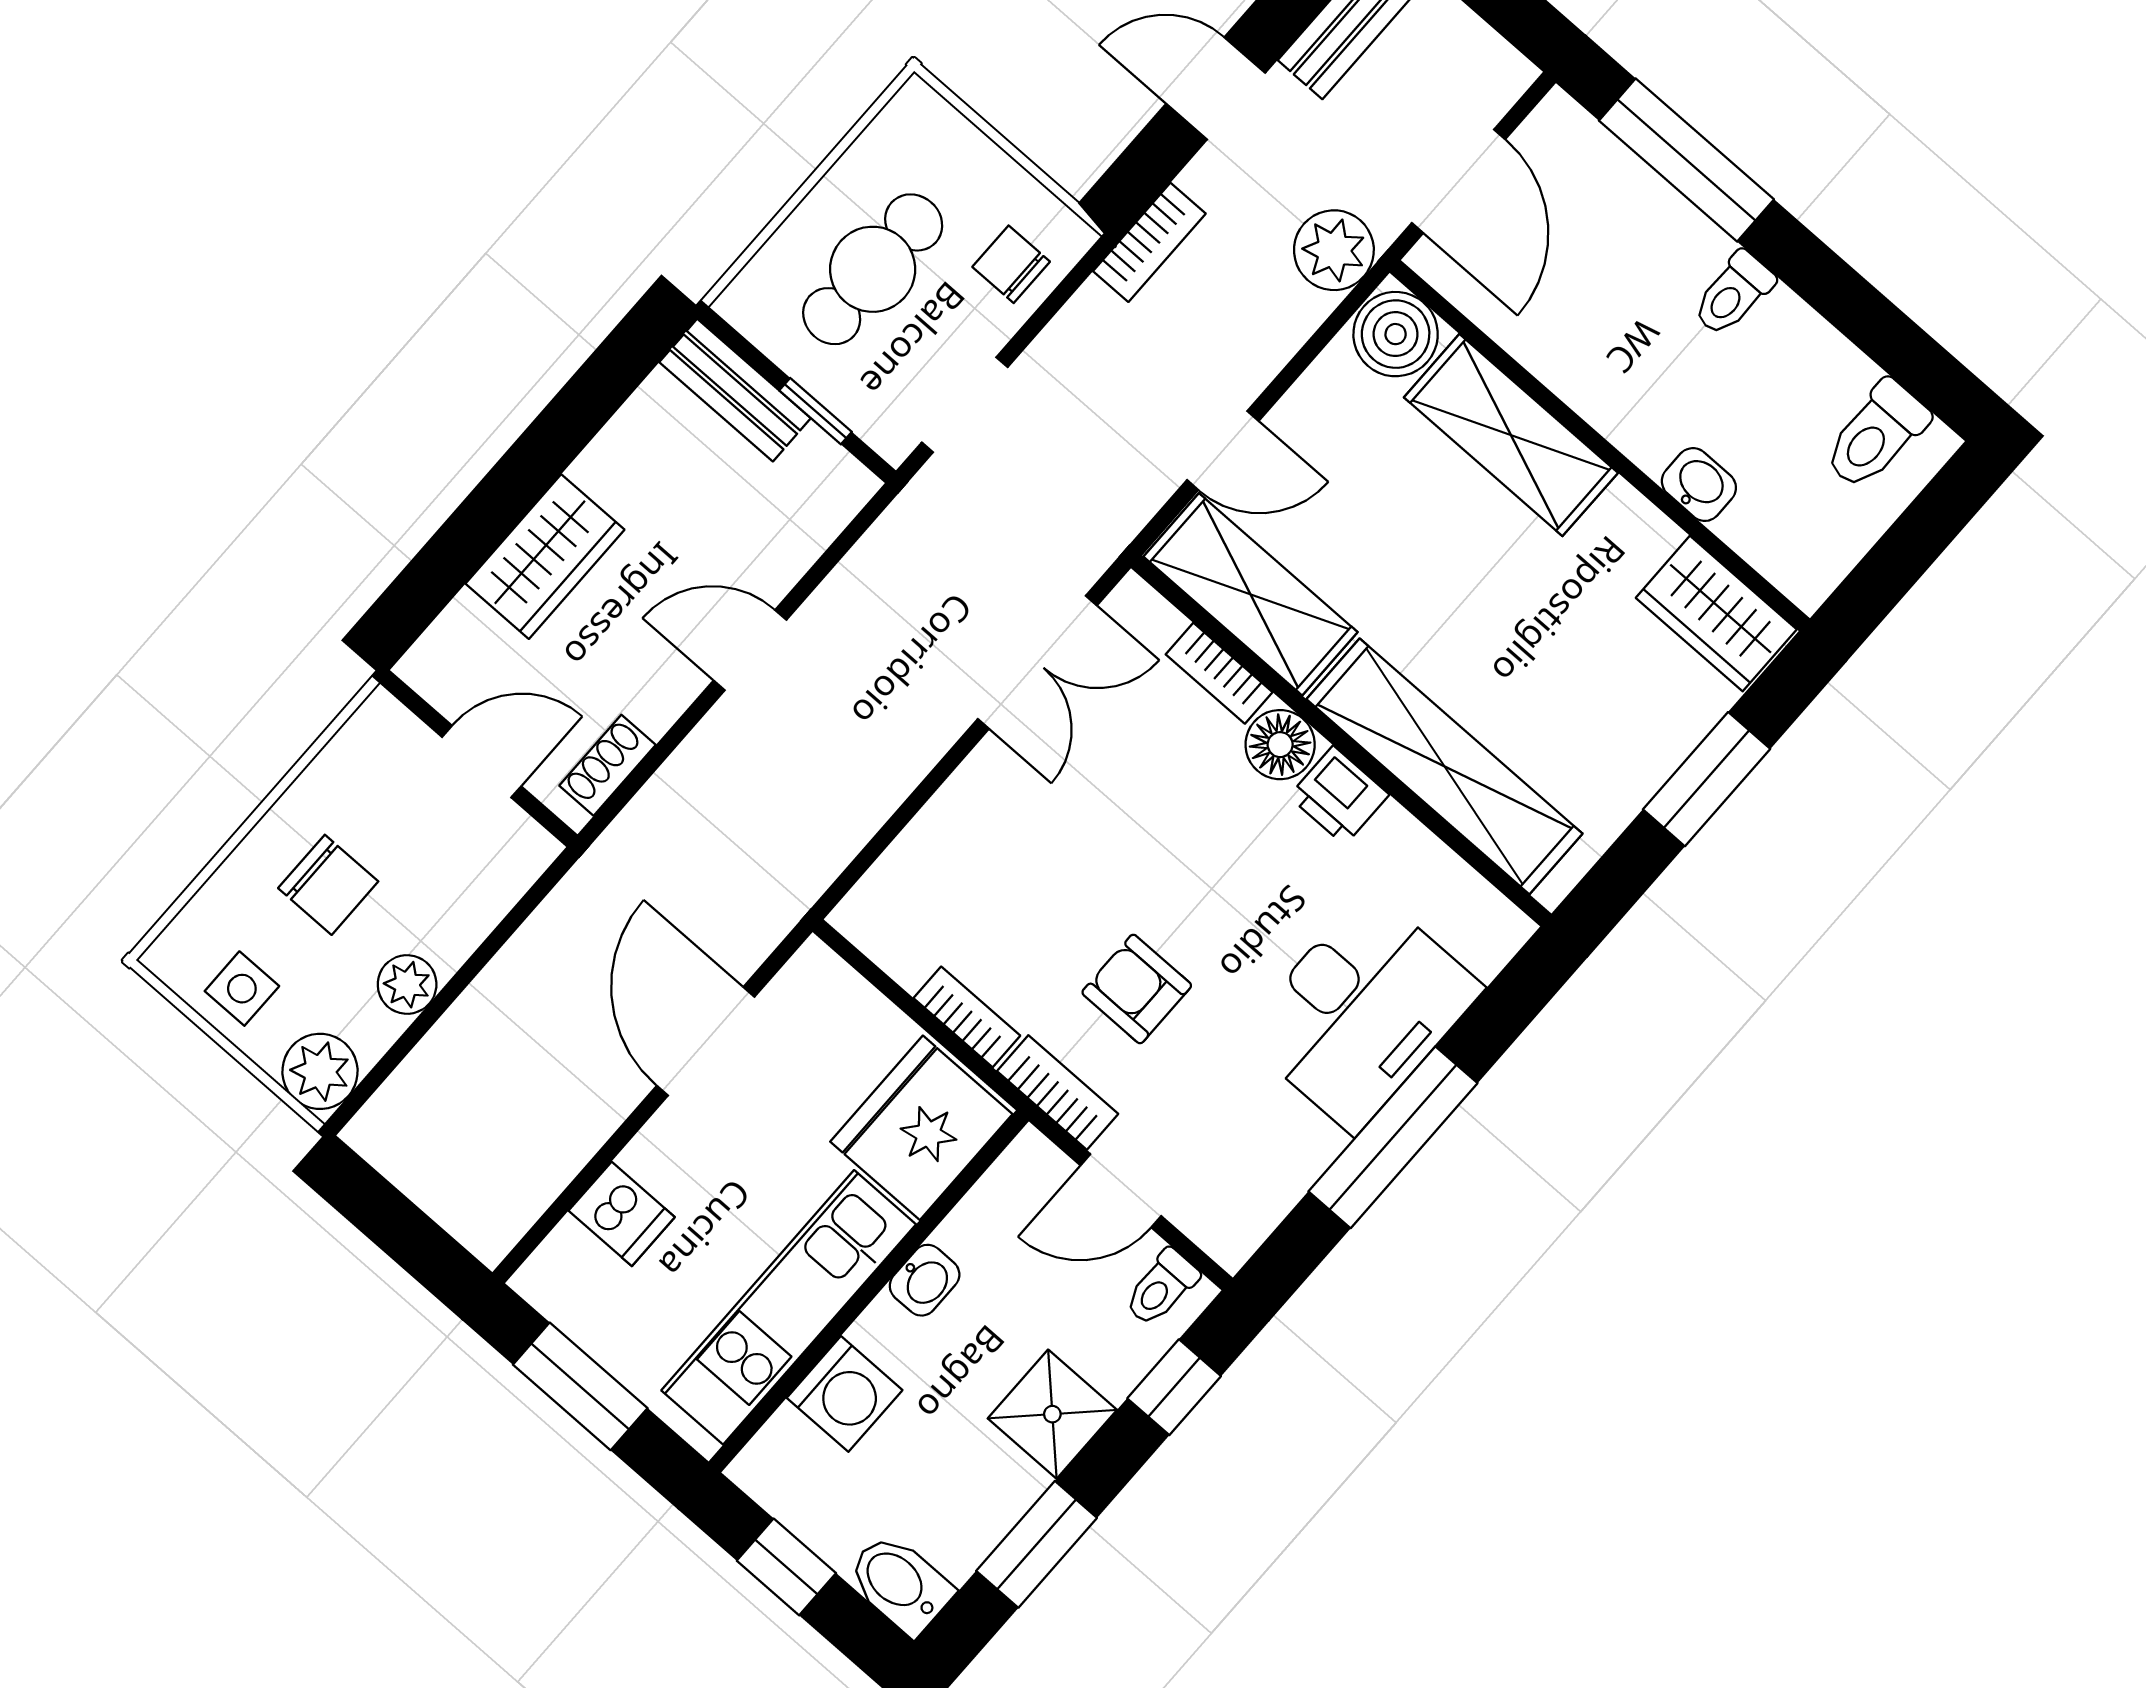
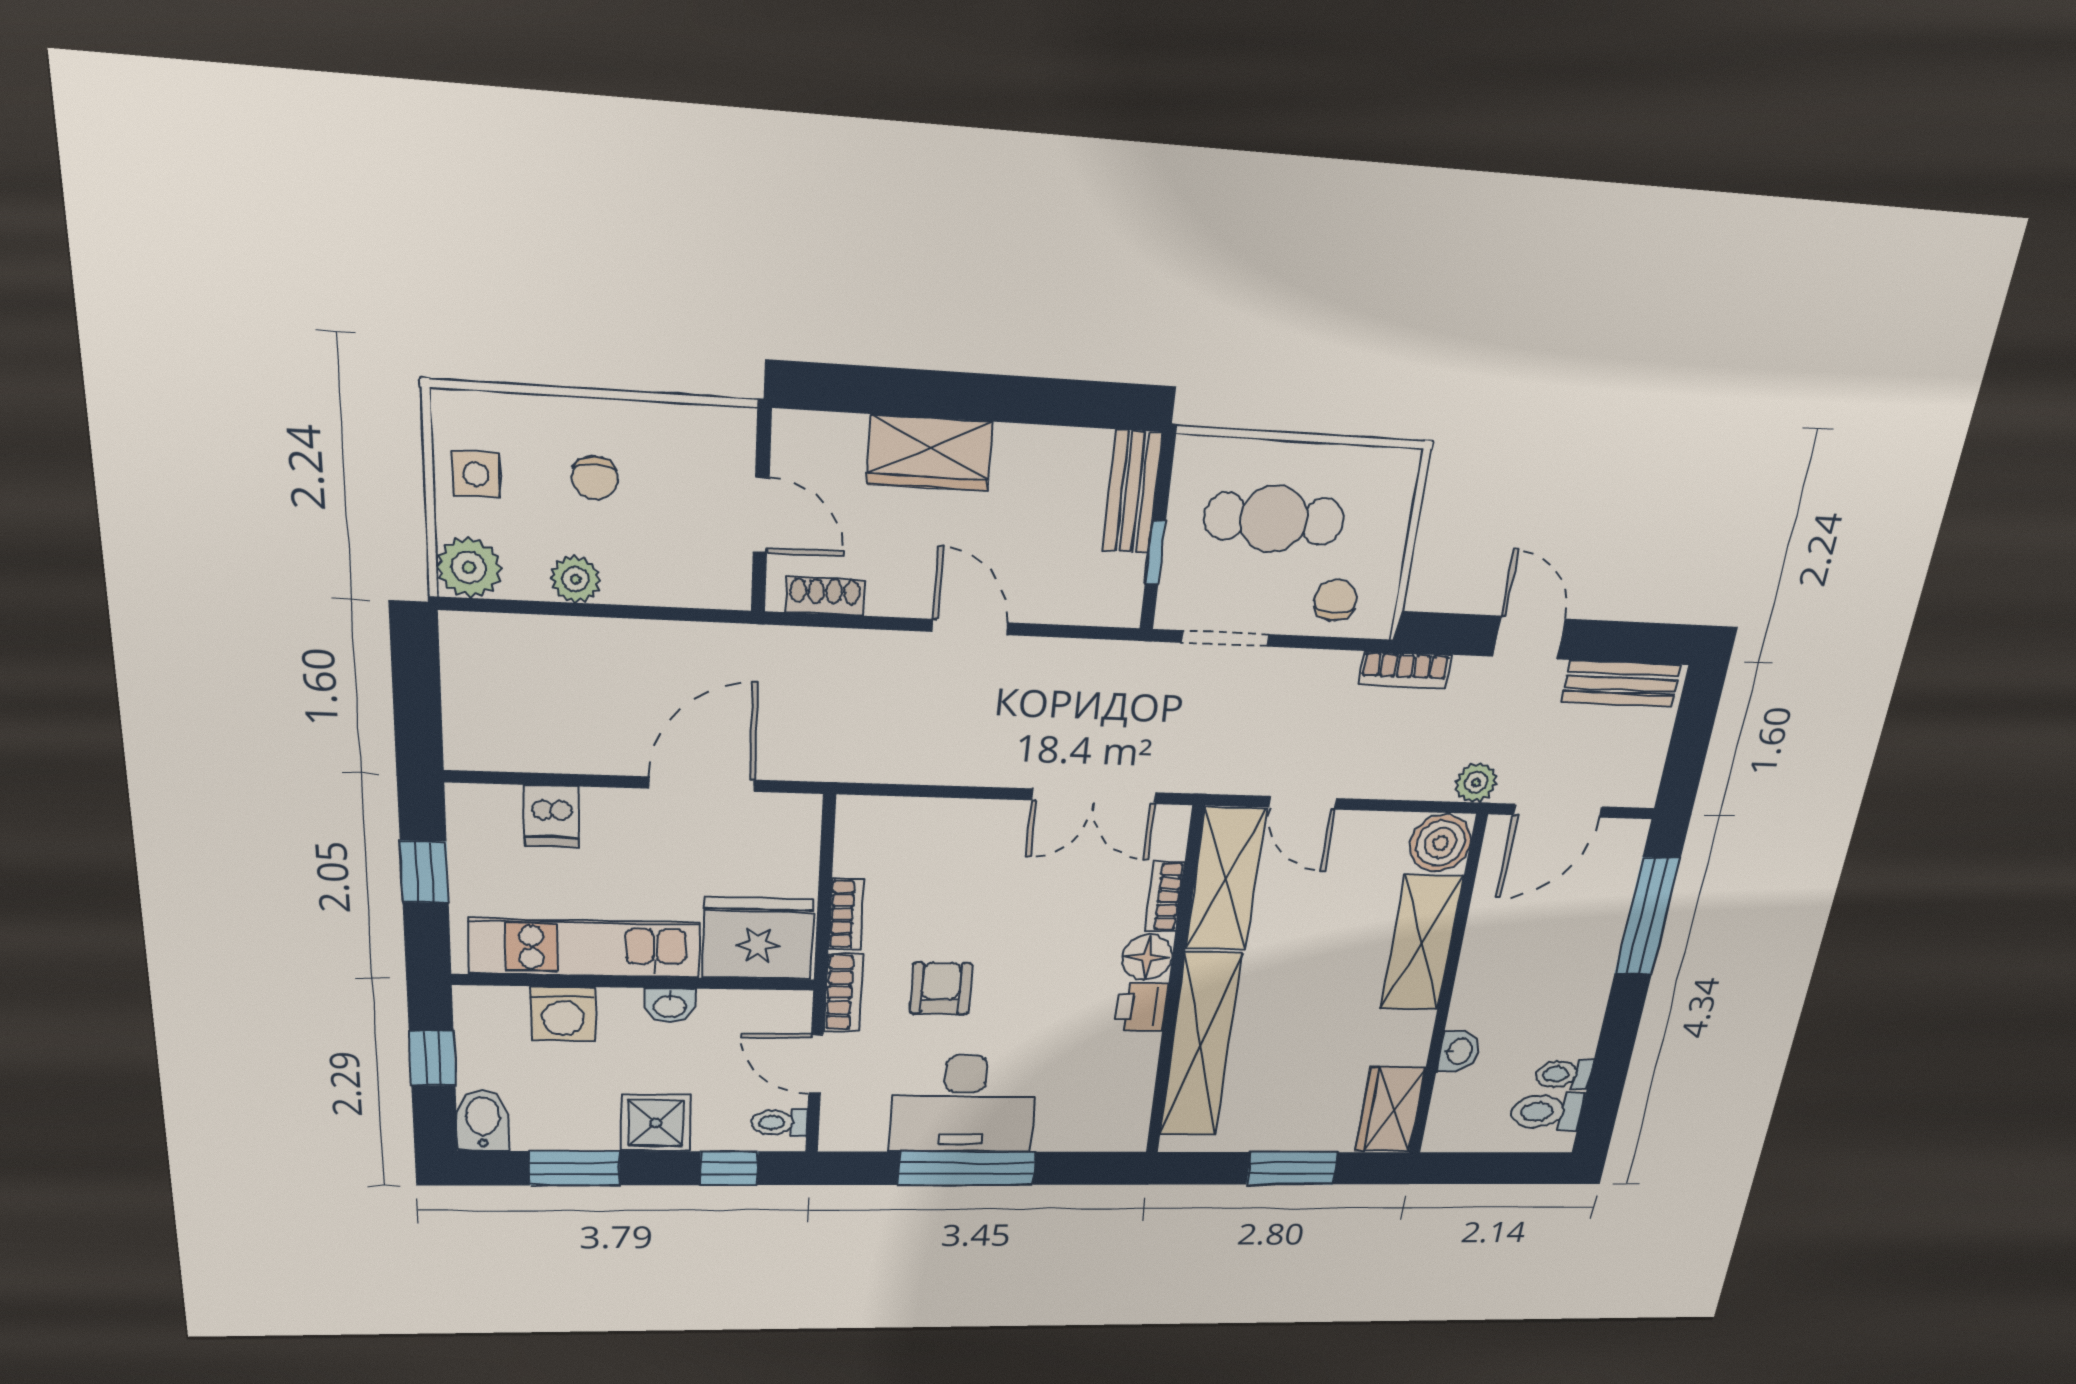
plant: (1334, 250) -> (1476, 783), width x0.73, depth x0.73
toilet: (1733, 294) -> (1563, 1074), moved
chair: (328, 885) -> (595, 478), width x0.73, depth x0.73
desk: (1361, 1011) -> (964, 1104), moved
window: (580, 1386) -> (424, 872), width x0.67

